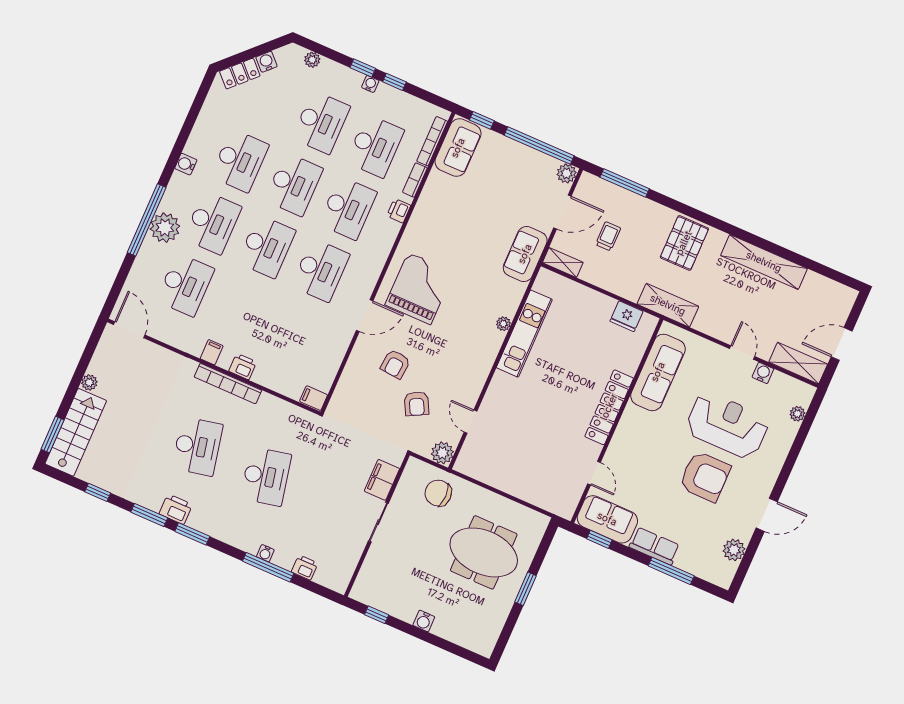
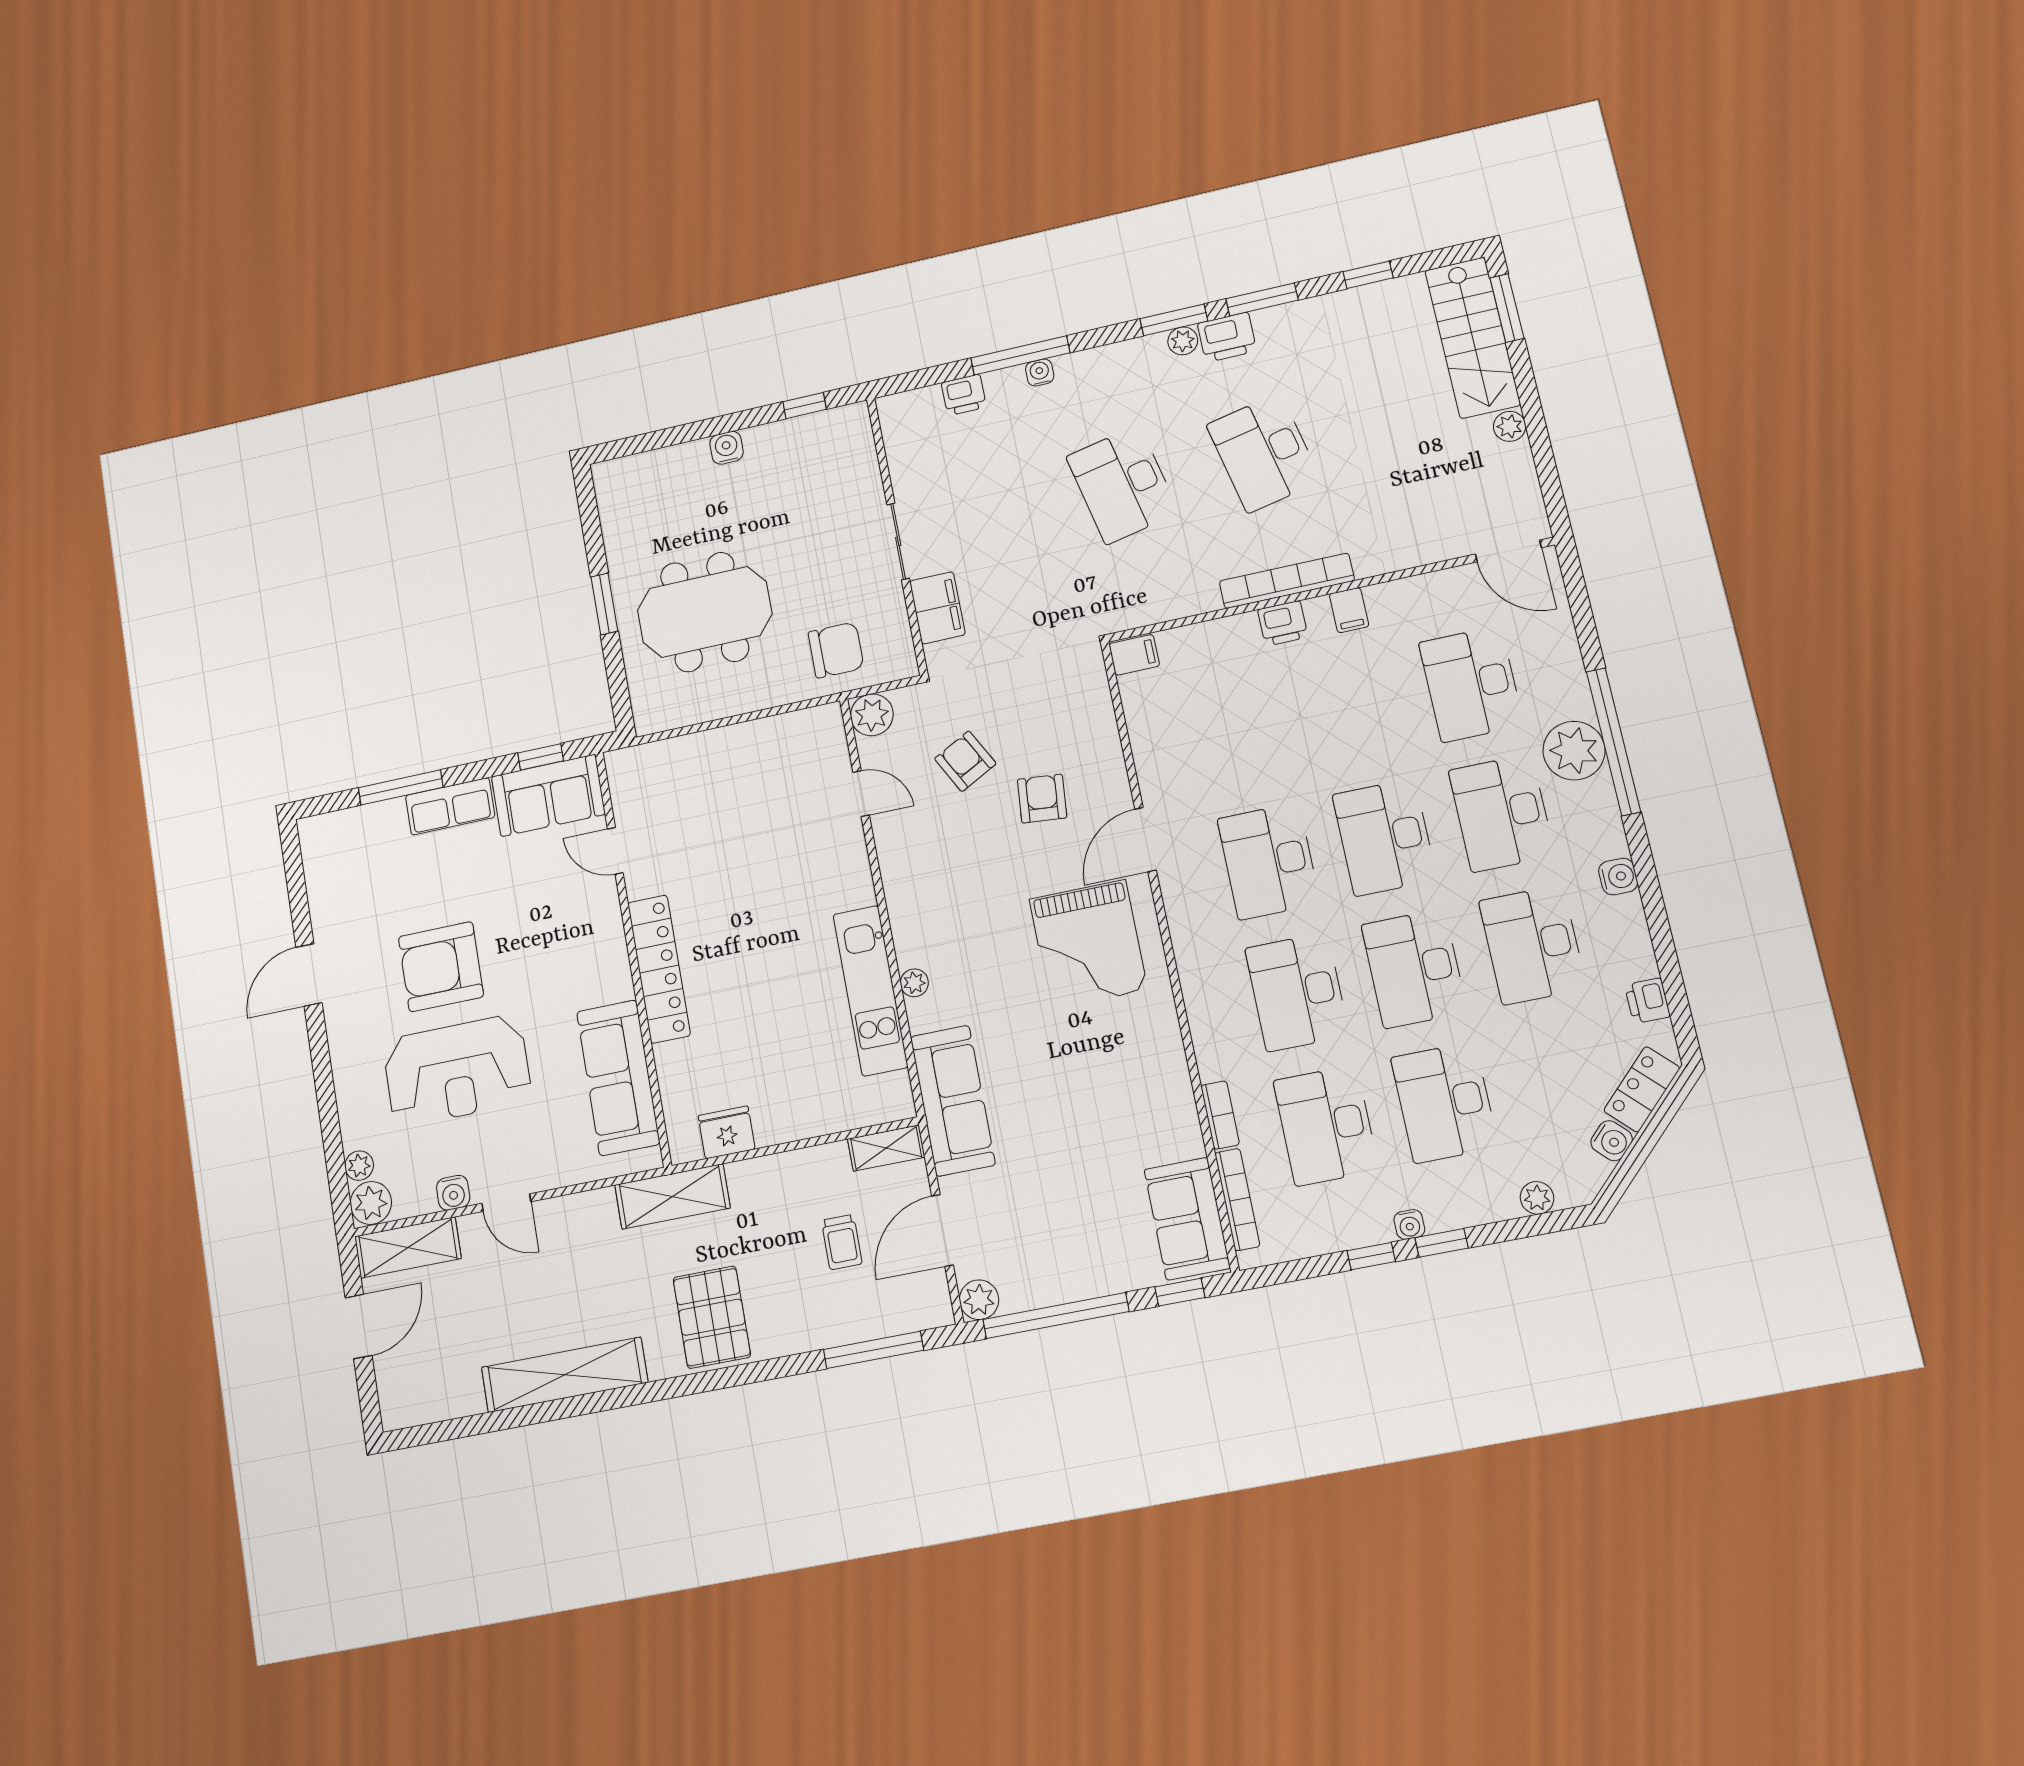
printer: (399, 211) -> (1647, 1001), moved, turned 180
sofa: (525, 254) -> (953, 1101), width x1.36
plant: (195, 522) -> (1183, 341), added
plant: (734, 550) -> (371, 1203), moved

